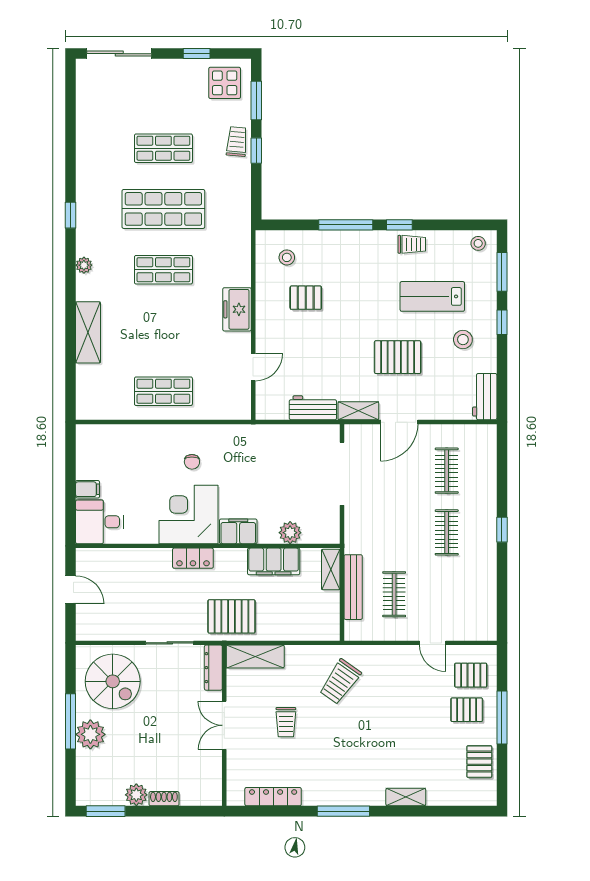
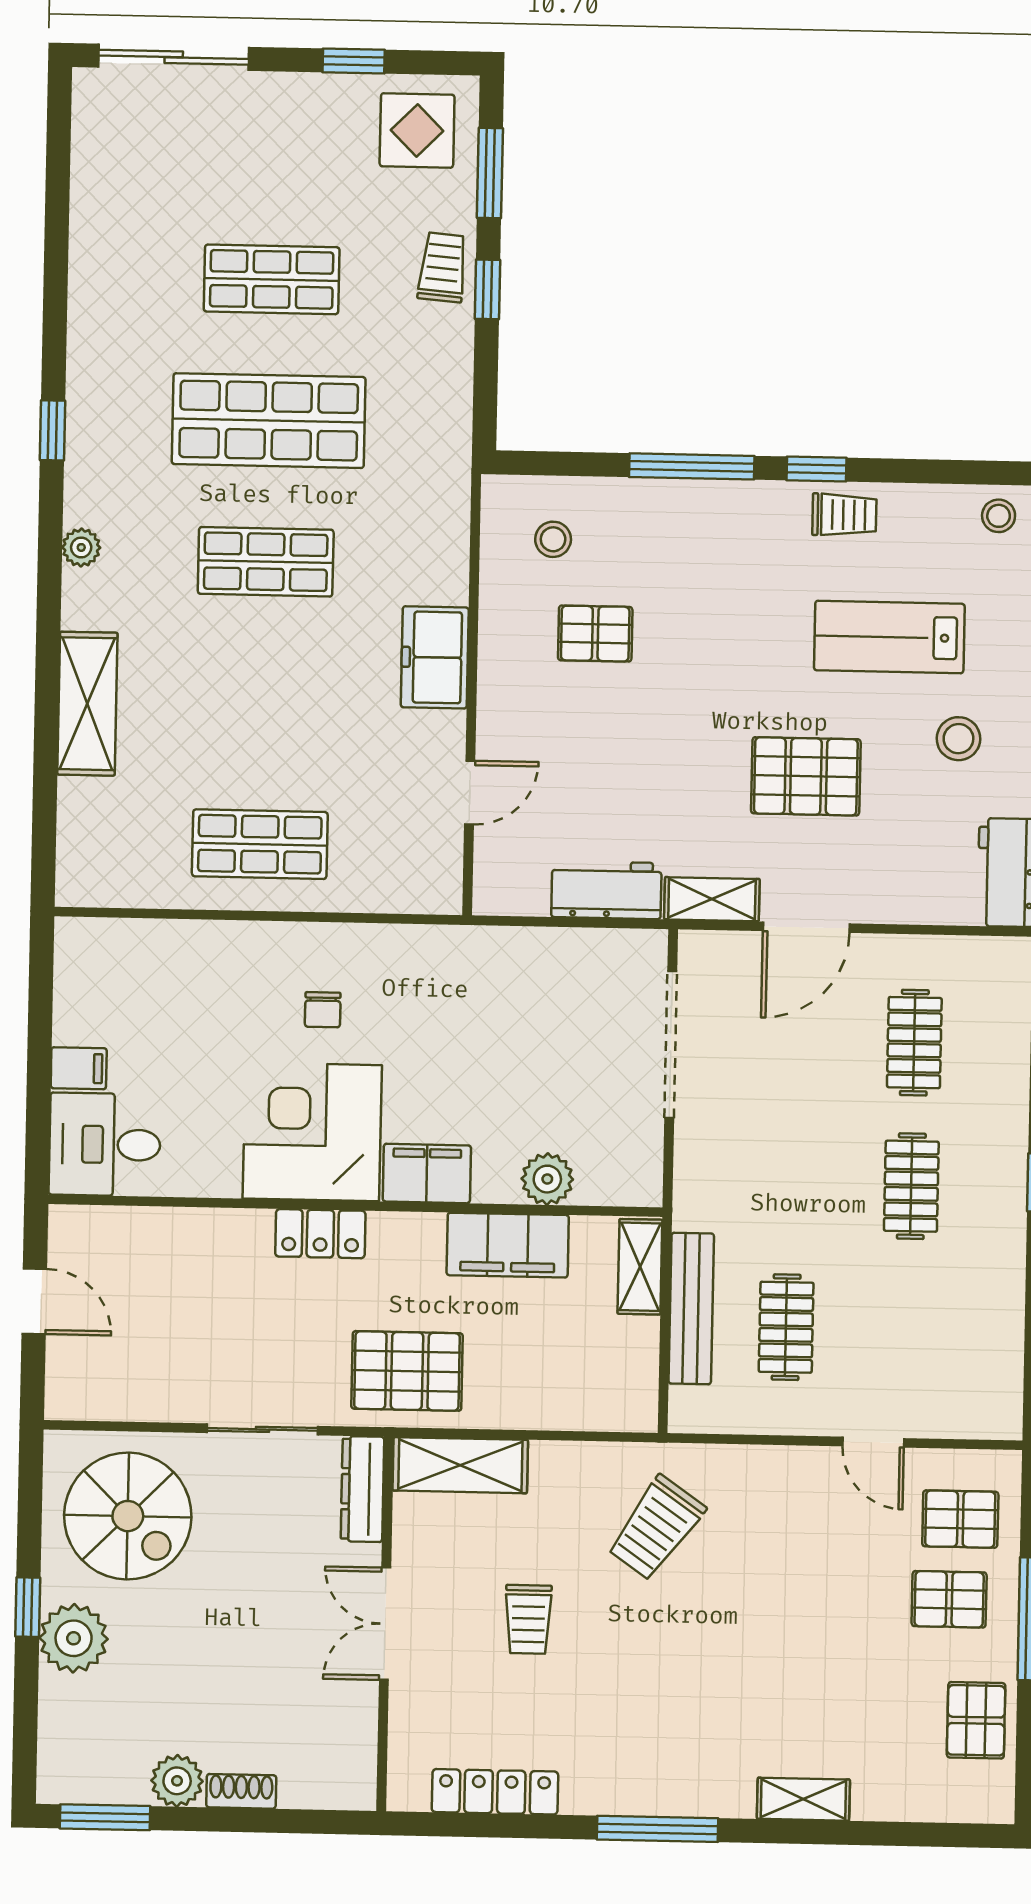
window: (71, 721) -> (28, 1607), width x0.46

